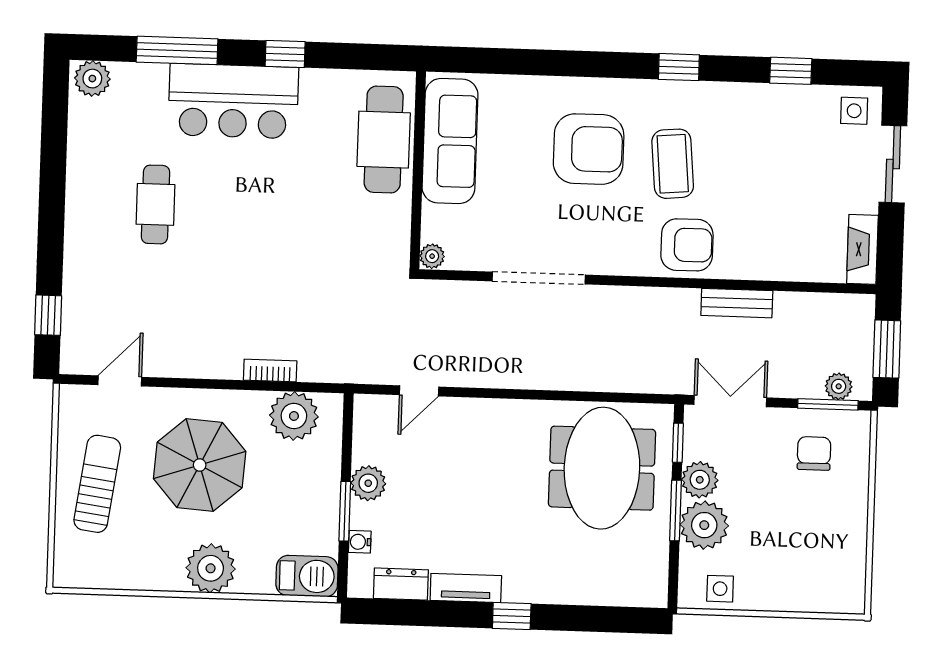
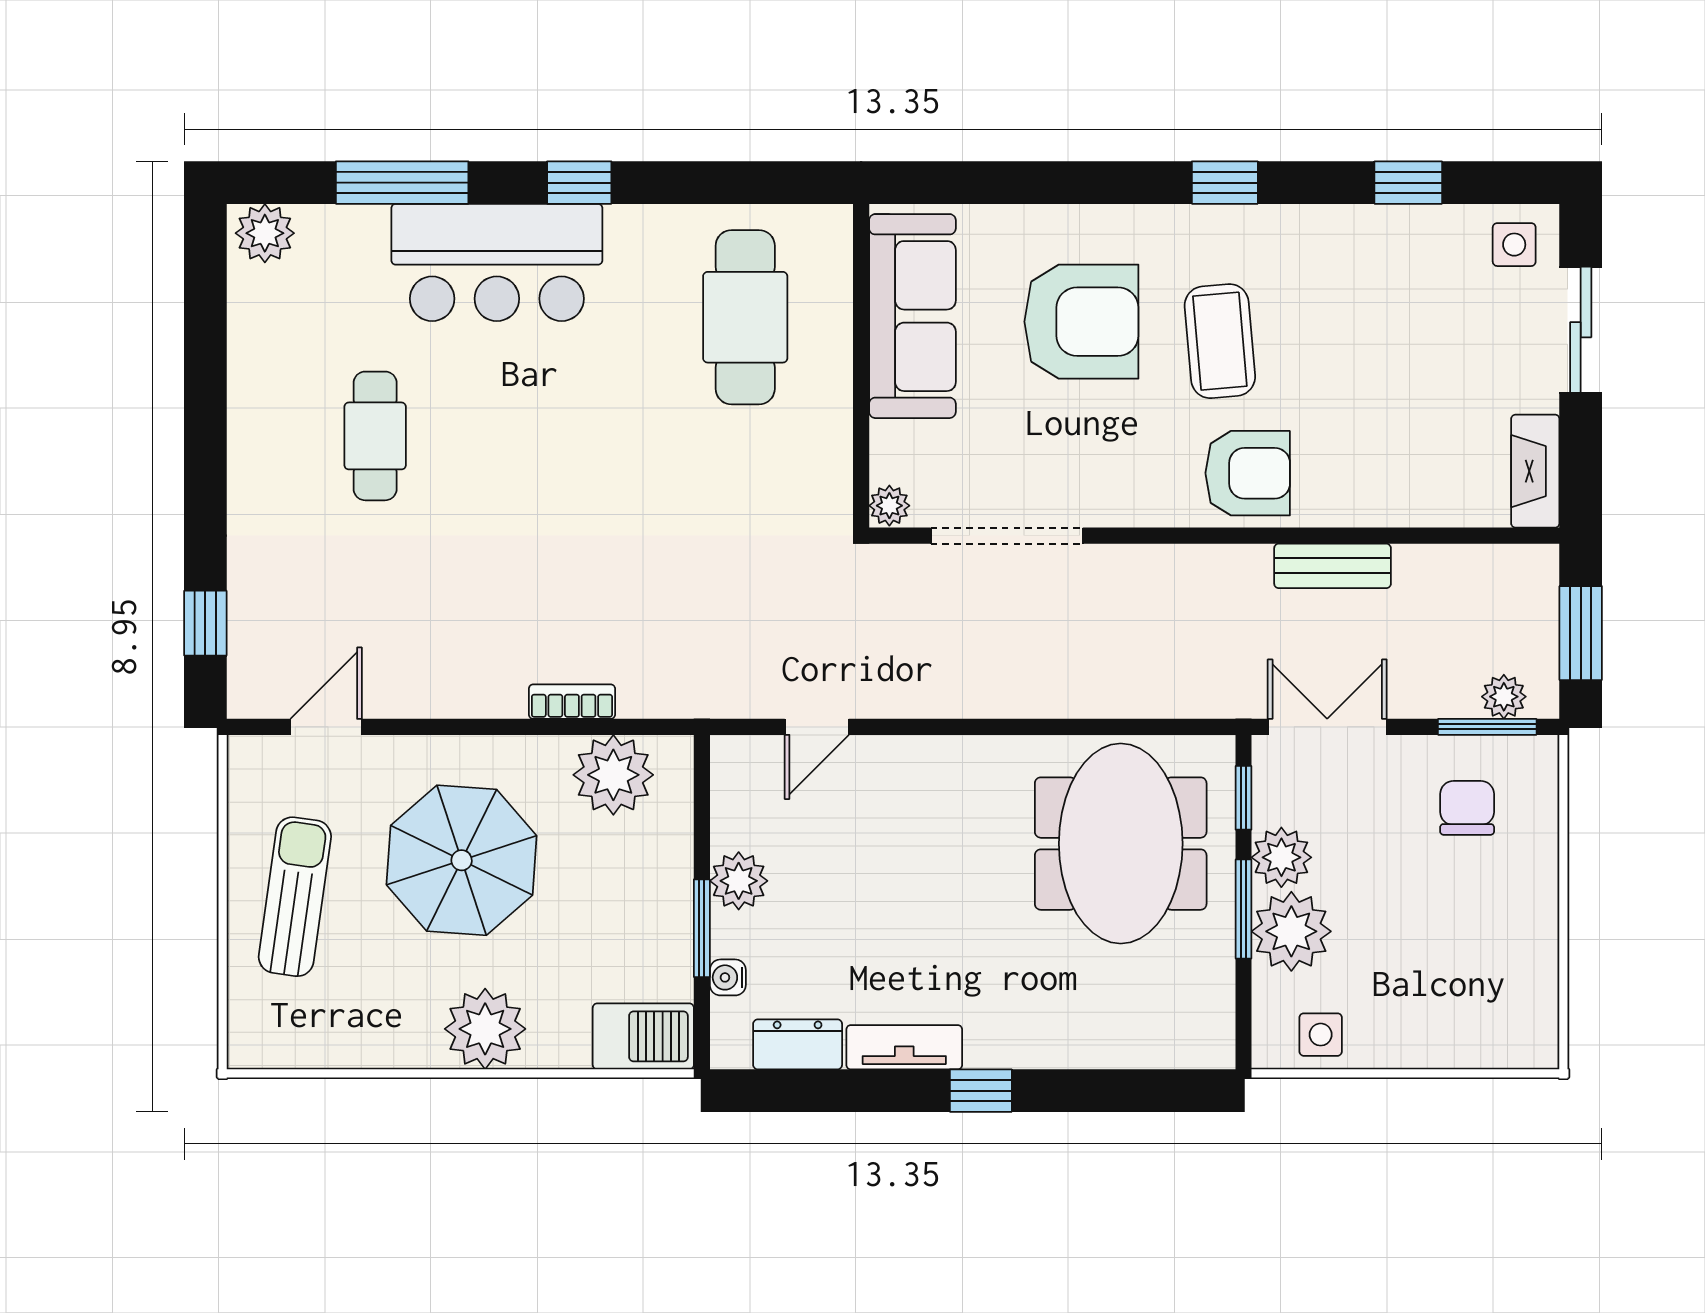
sofa: (450, 141) -> (912, 316), moved
wall: (418, 170) -> (861, 366), moved
plant: (432, 256) -> (889, 506), moved

